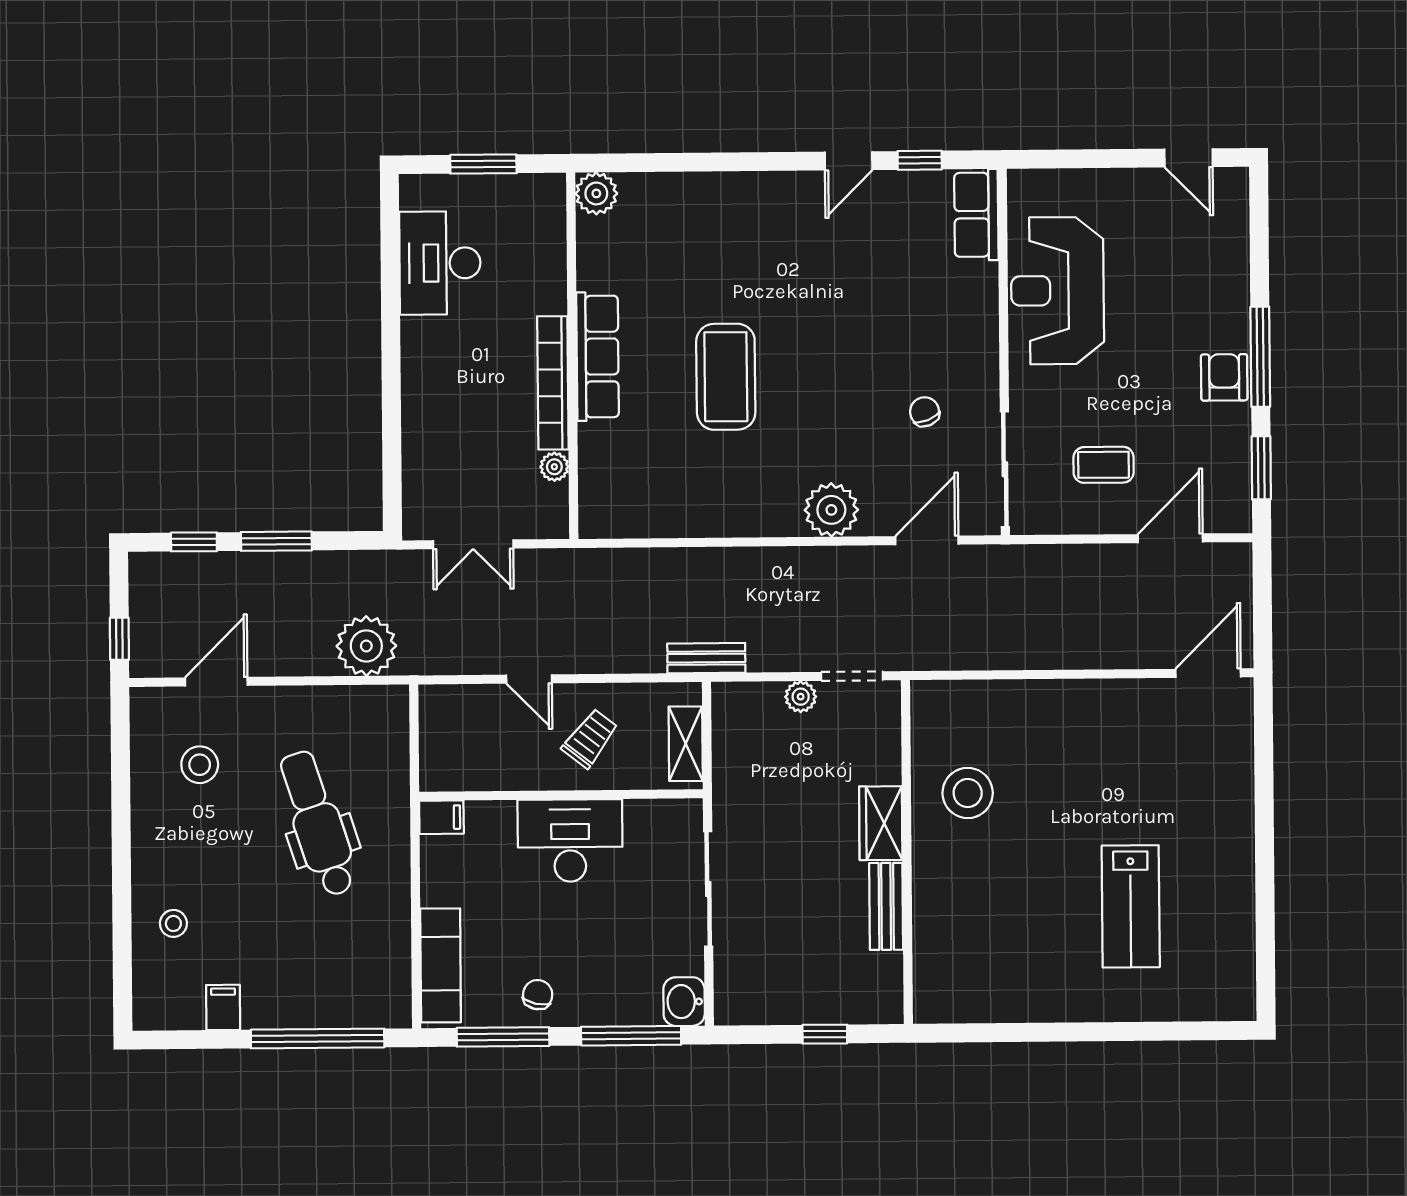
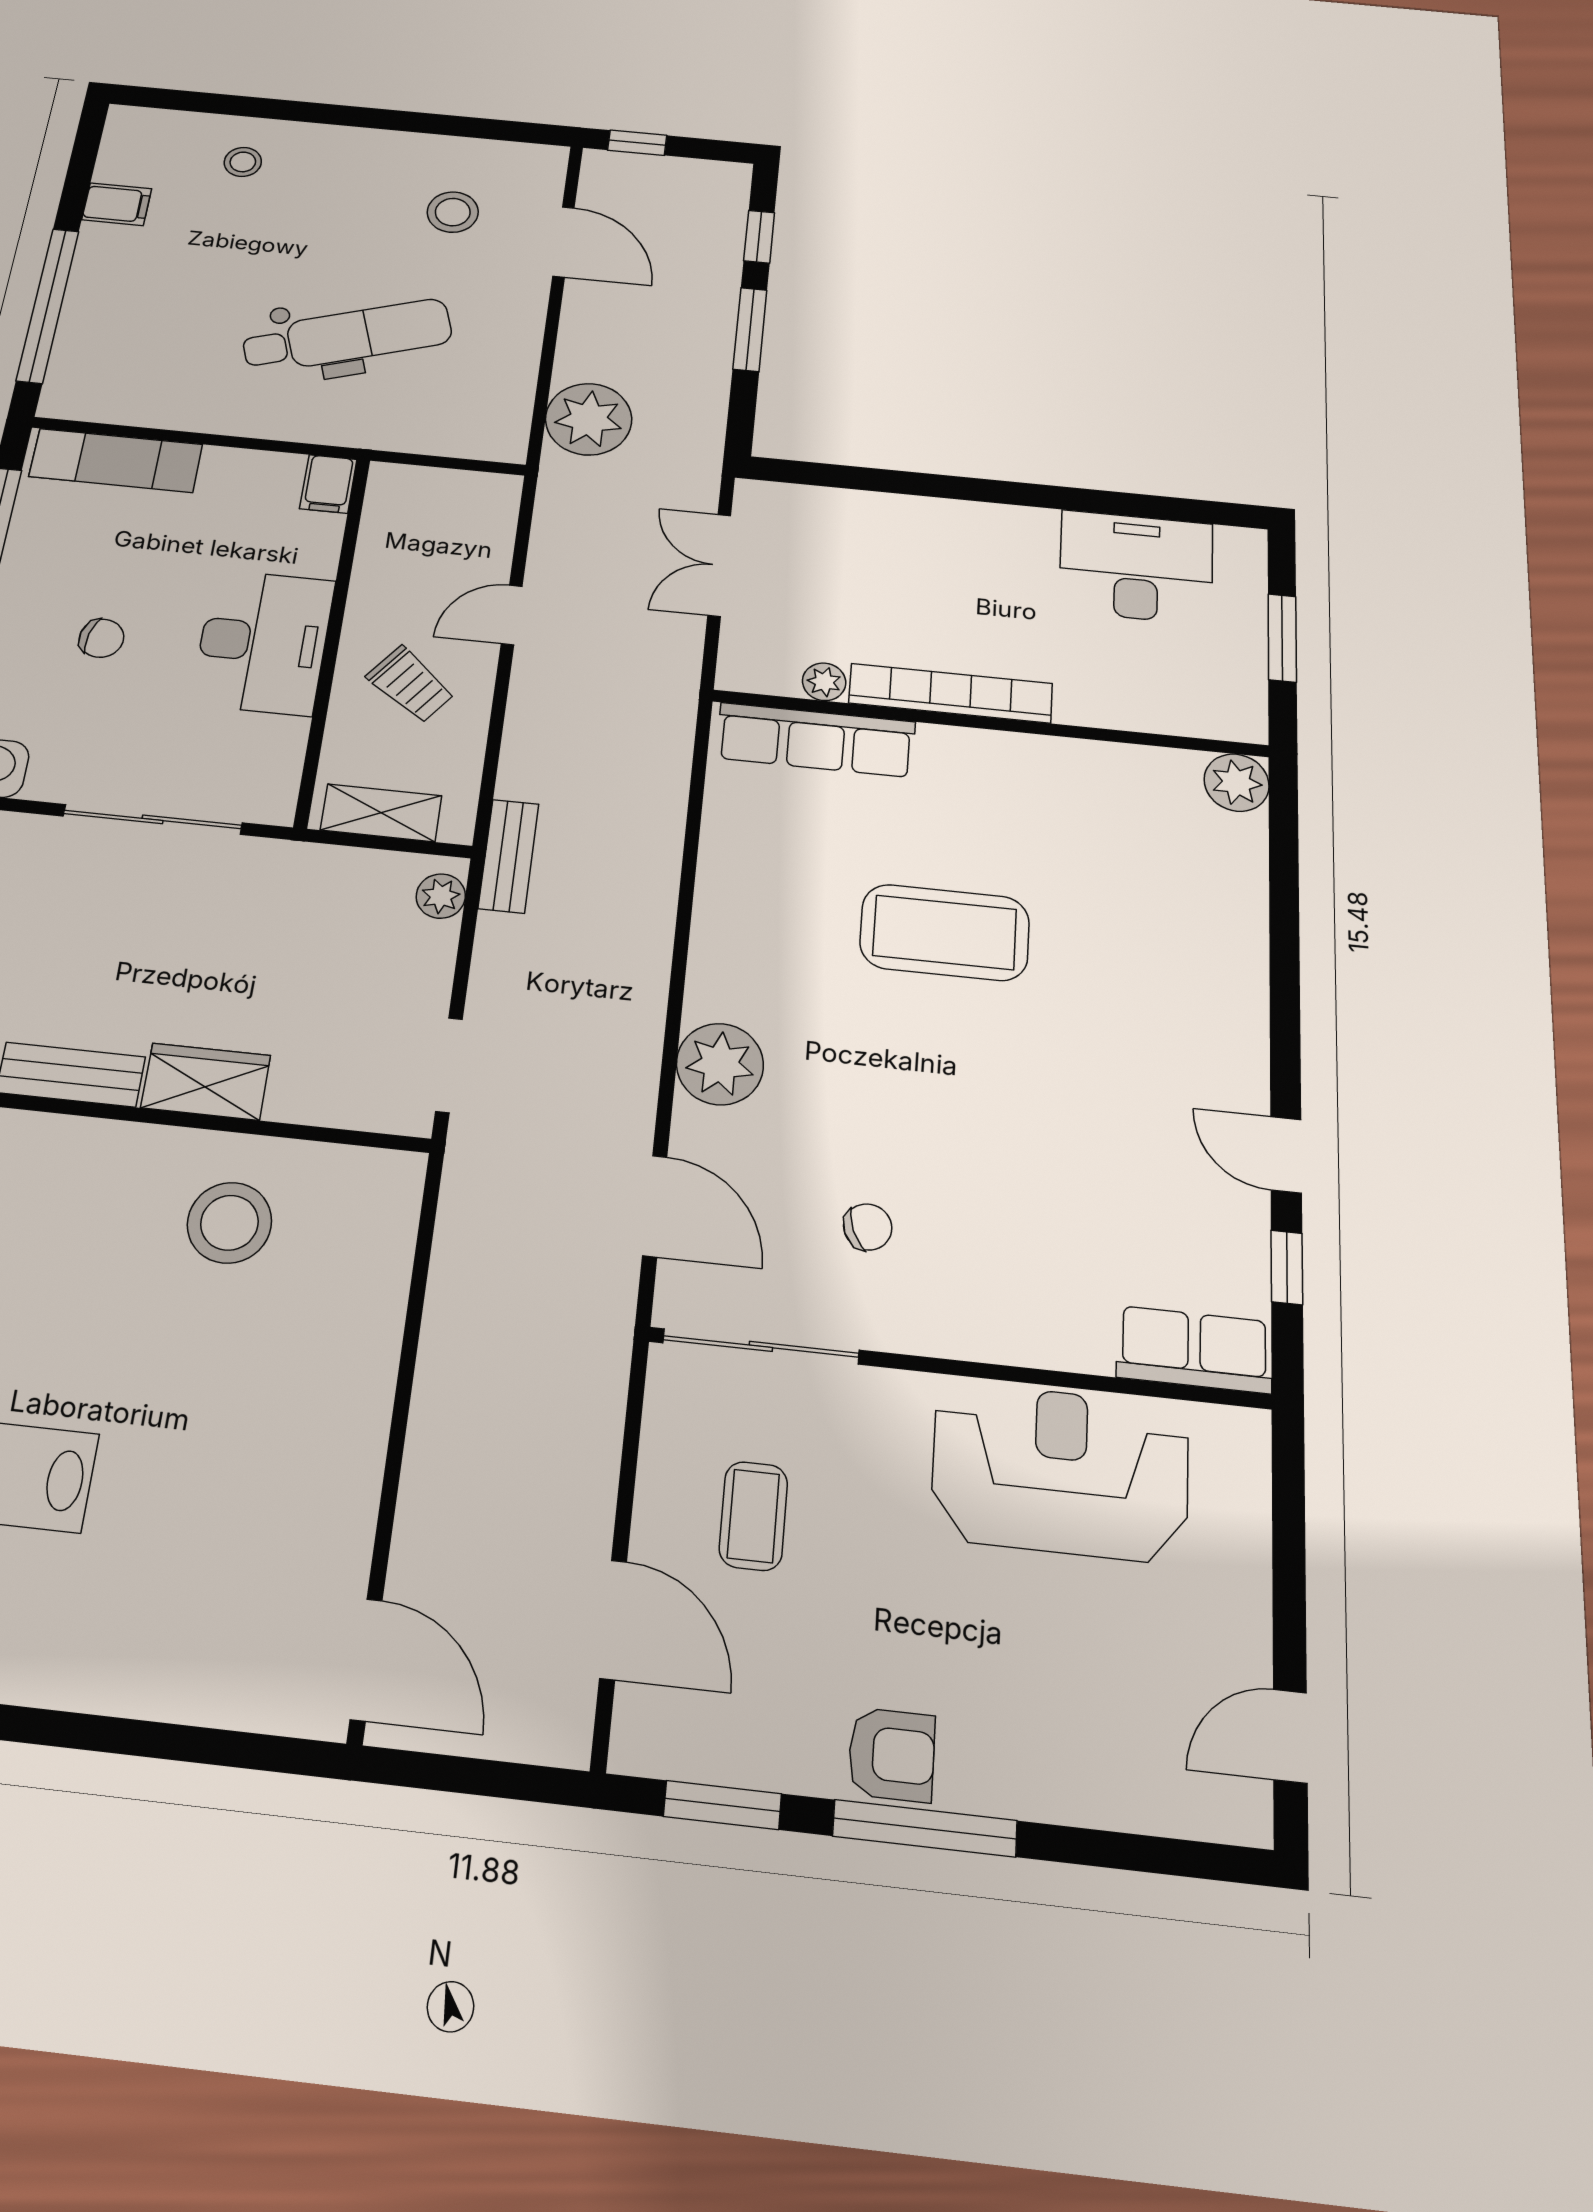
row of seats: (598, 357) -> (816, 740), moved
plant: (801, 697) -> (441, 896), moved
chair: (538, 995) -> (101, 638), moved

